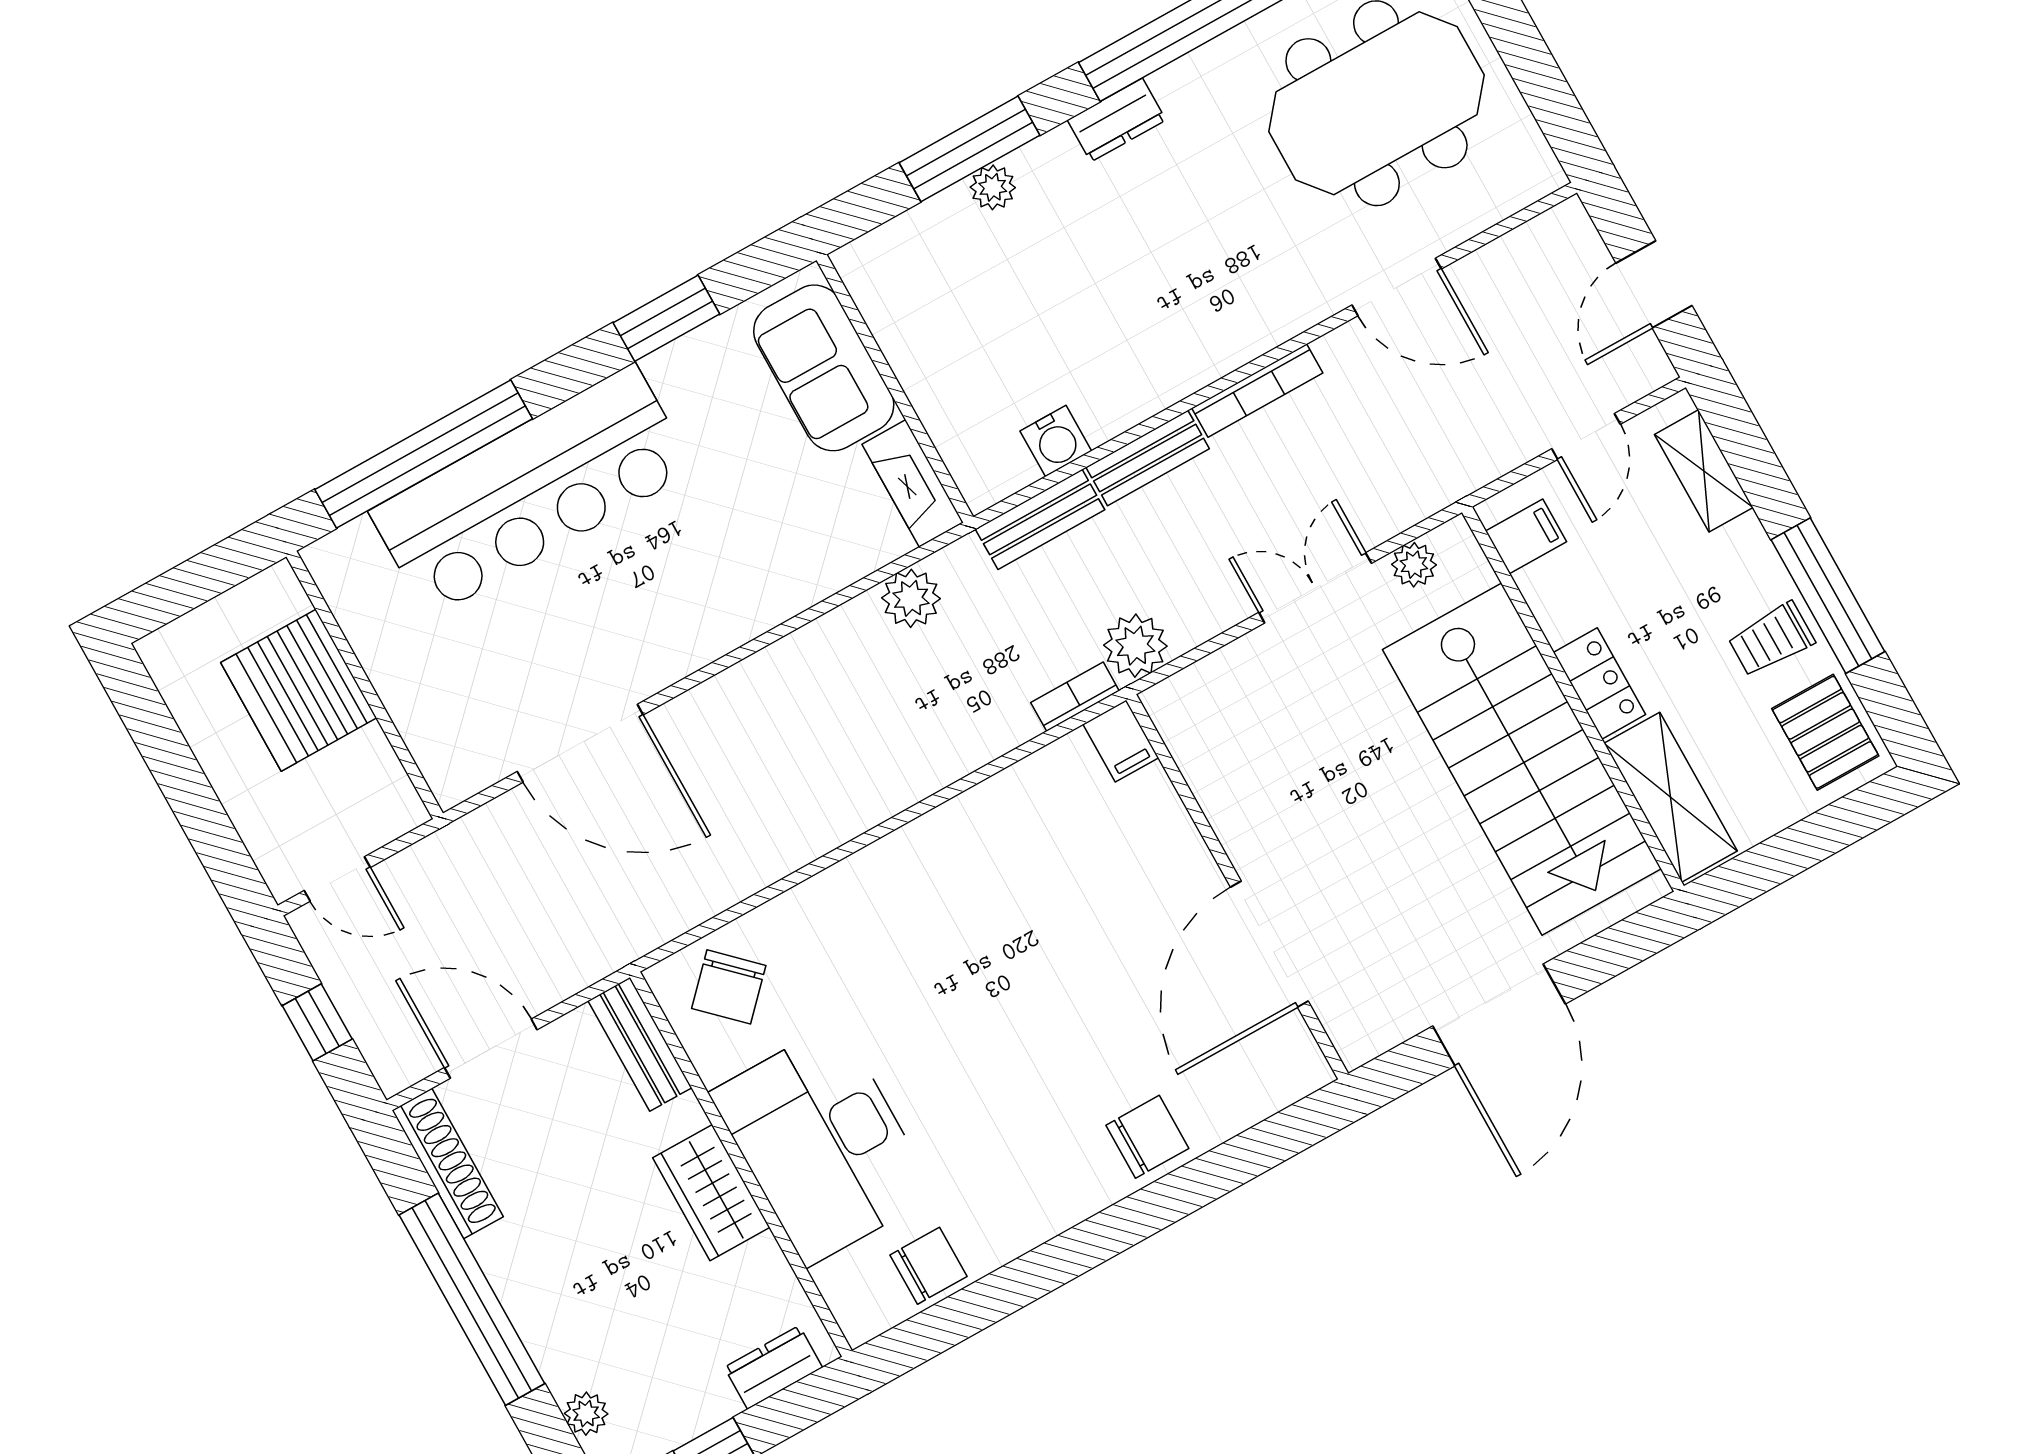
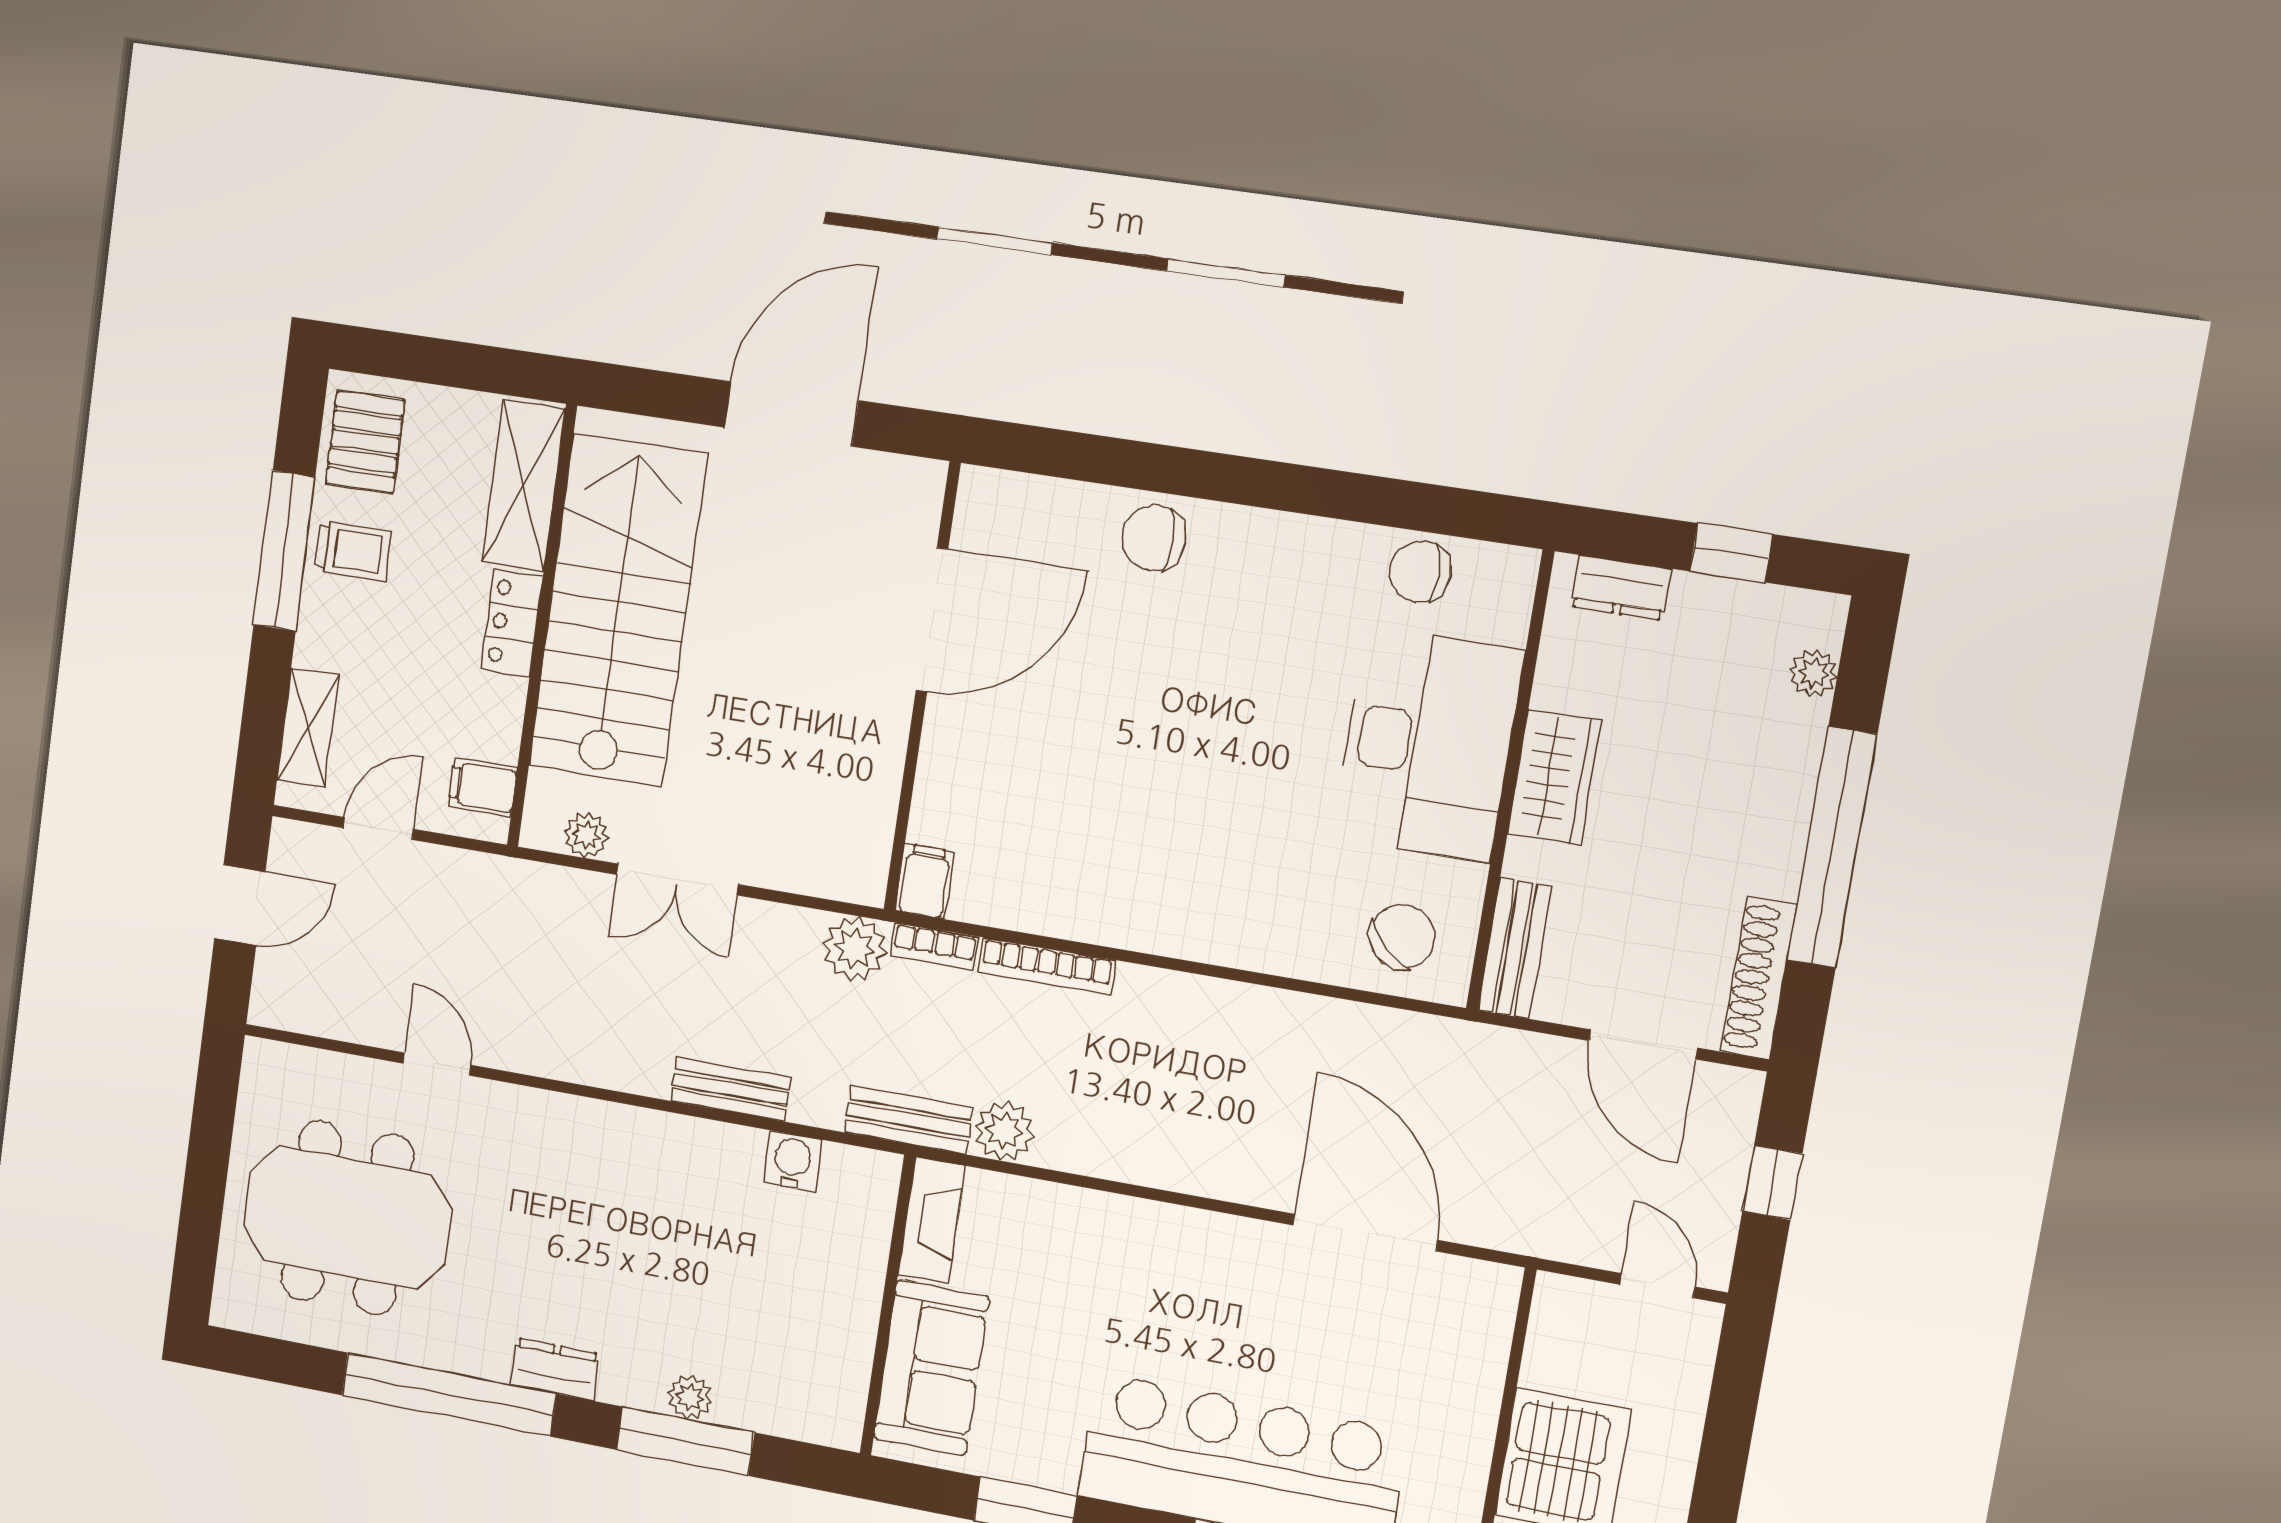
door: (1397, 287) -> (437, 1064), width x0.73
bookcase: (1257, 391) -> (1047, 966), moved, turned 180
bench: (1040, 519) -> (908, 1120), moved

